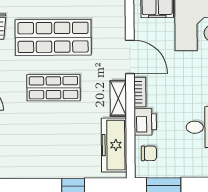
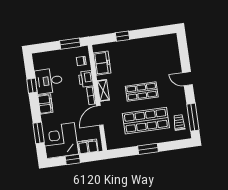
door: (130, 57) -> (100, 115), hinge flipped
freezer: (114, 145) -> (102, 63), width x0.71

